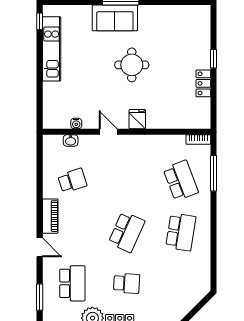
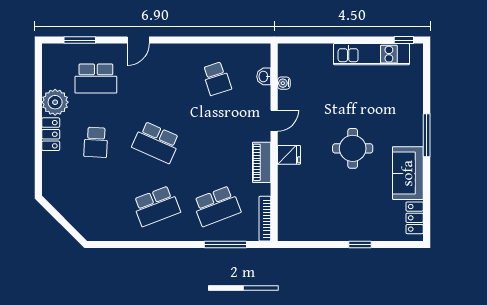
sofa: (115, 18) -> (408, 173), moved
locker: (203, 83) -> (415, 218), moved, turned -90
bookcase: (198, 140) -> (265, 219), width x1.56
piano: (50, 216) -> (262, 162), moved, turned 90
school desk: (181, 232) -> (156, 206), turned -30

